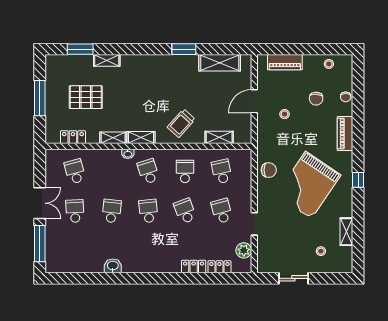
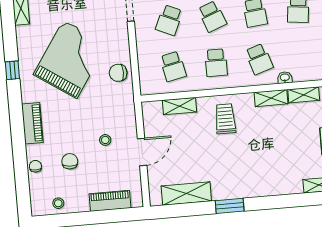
trolley: (181, 123) -> (225, 119), turned -42
school desk: (222, 211) -> (169, 20), turned 39

